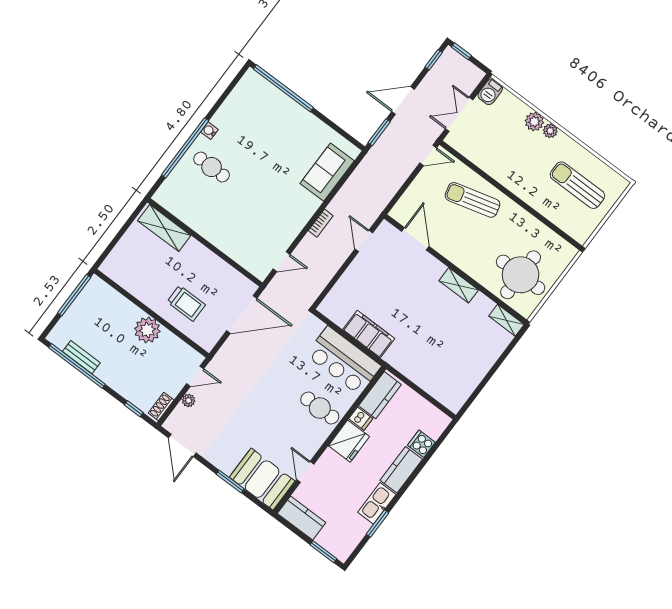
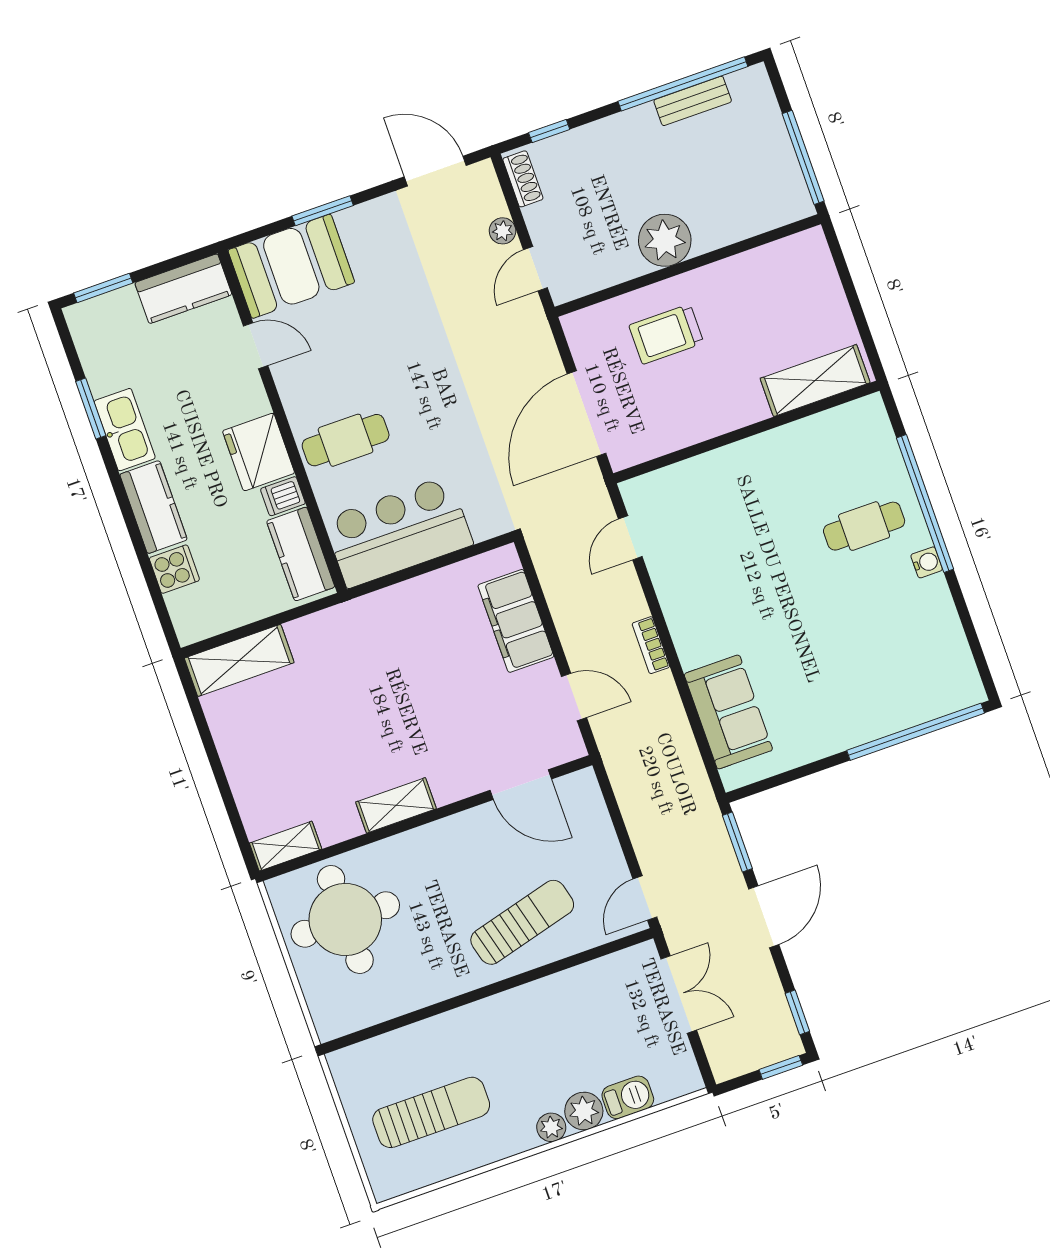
barbecue: (490, 92) -> (628, 1097), moved, turned 90
filing cabinet: (369, 334) -> (516, 621), moved, turned 90
shelving: (442, 391) -> (239, 660), added

